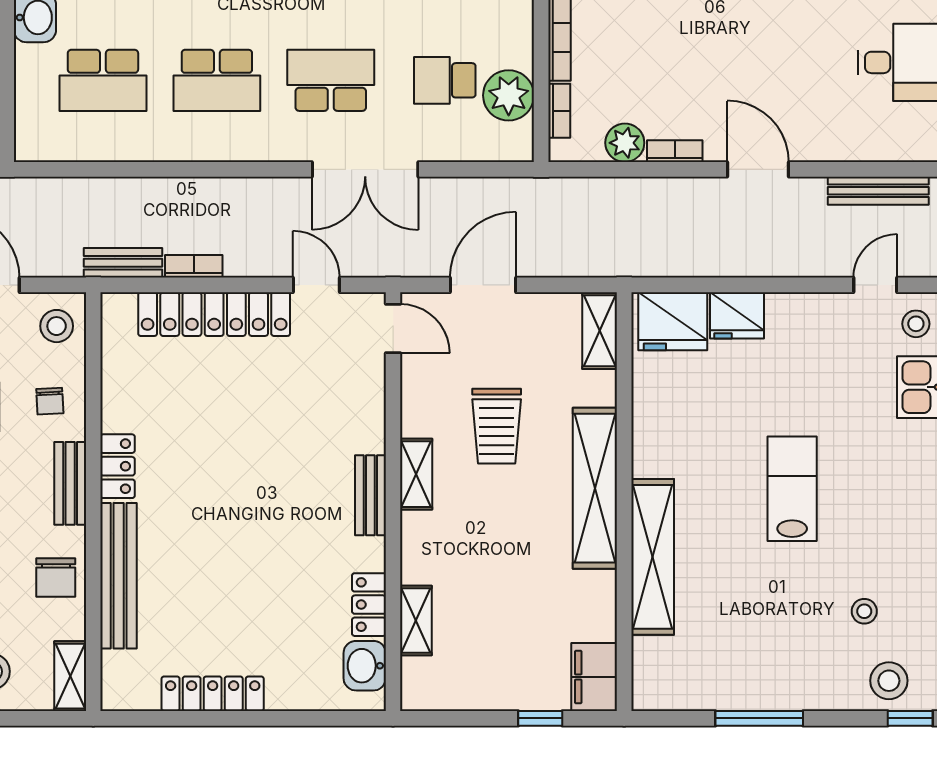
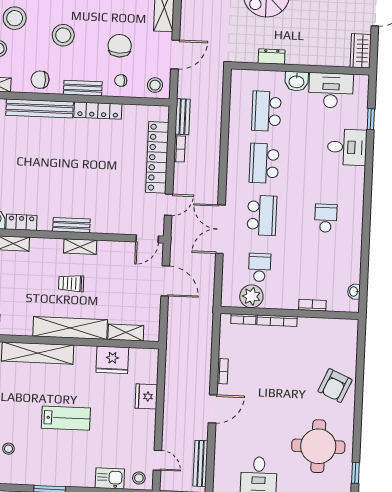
plant: (625, 143) -> (227, 349), removed
fridge: (673, 321) -> (112, 360), moved, turned -90
shelving: (600, 331) -> (126, 333), moved
trolley: (497, 426) -> (71, 283), moved, width x0.73, depth x0.72
locker: (118, 466) -> (98, 111), width x1.53

